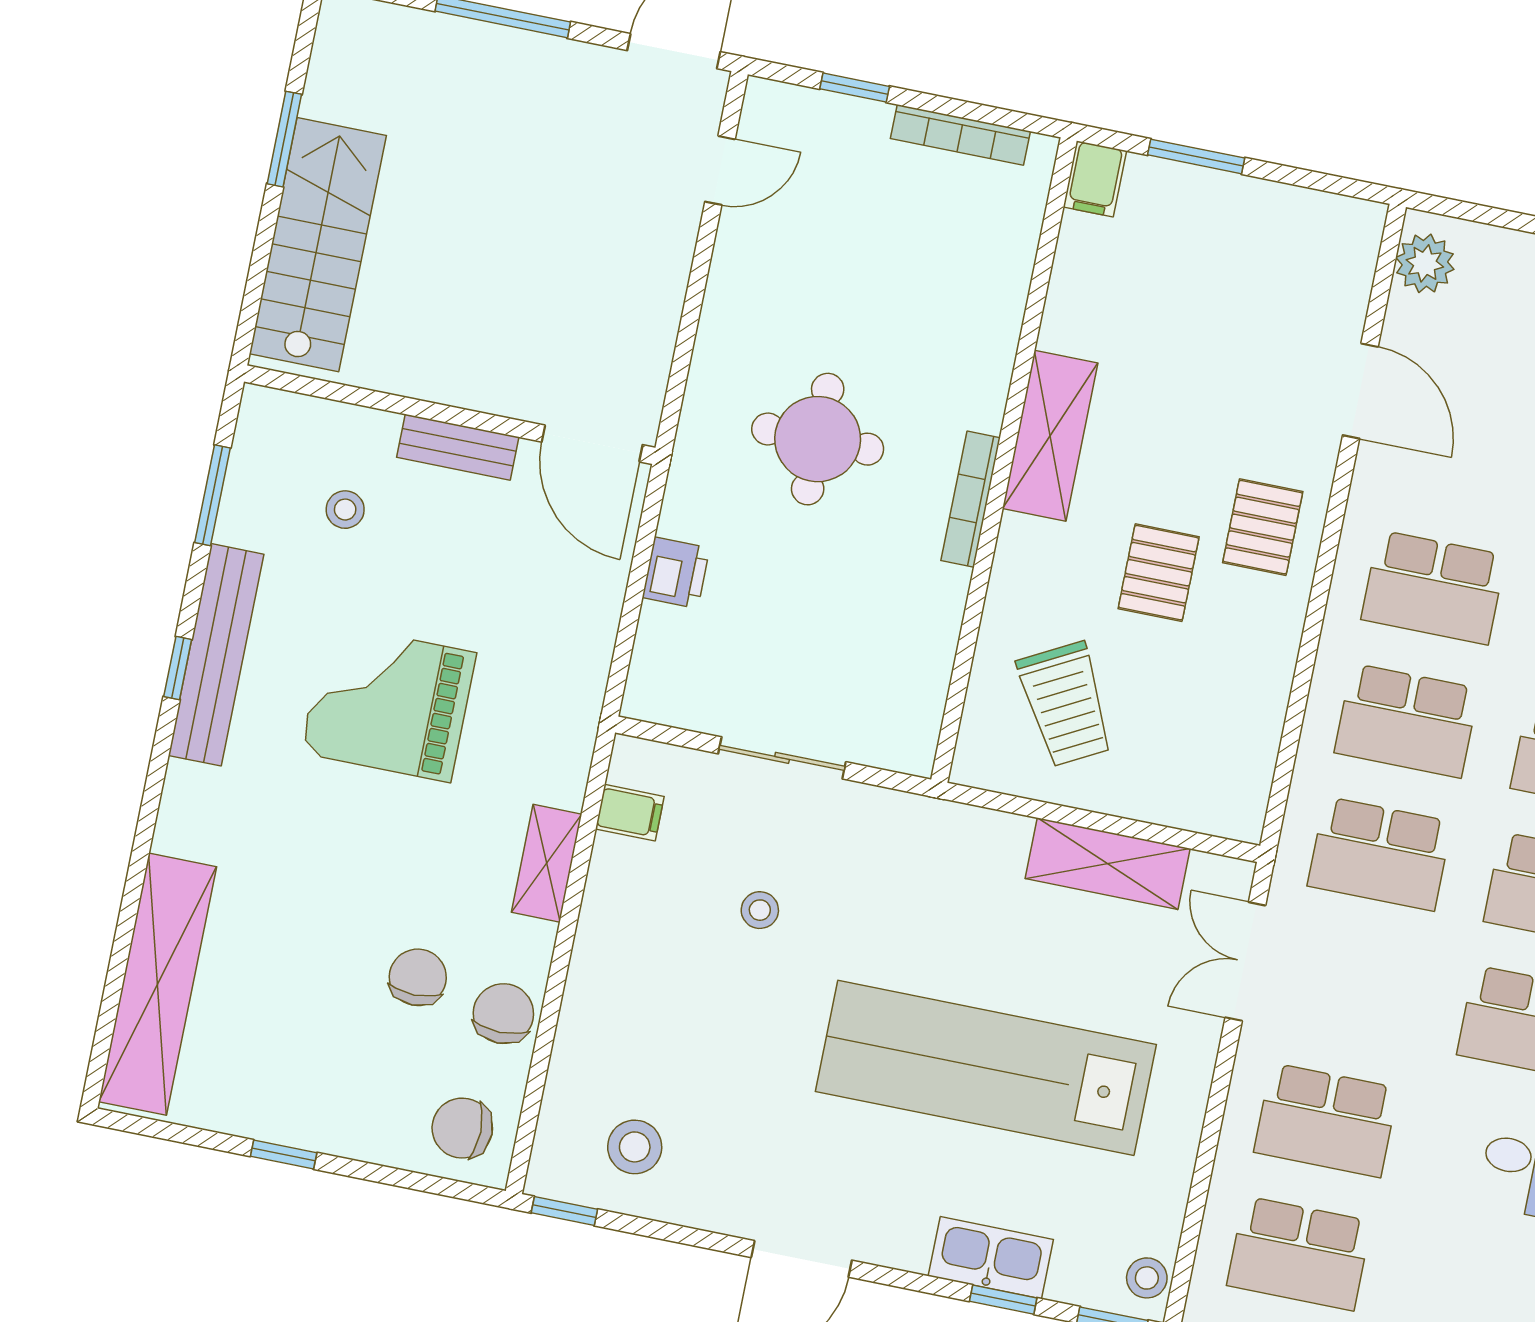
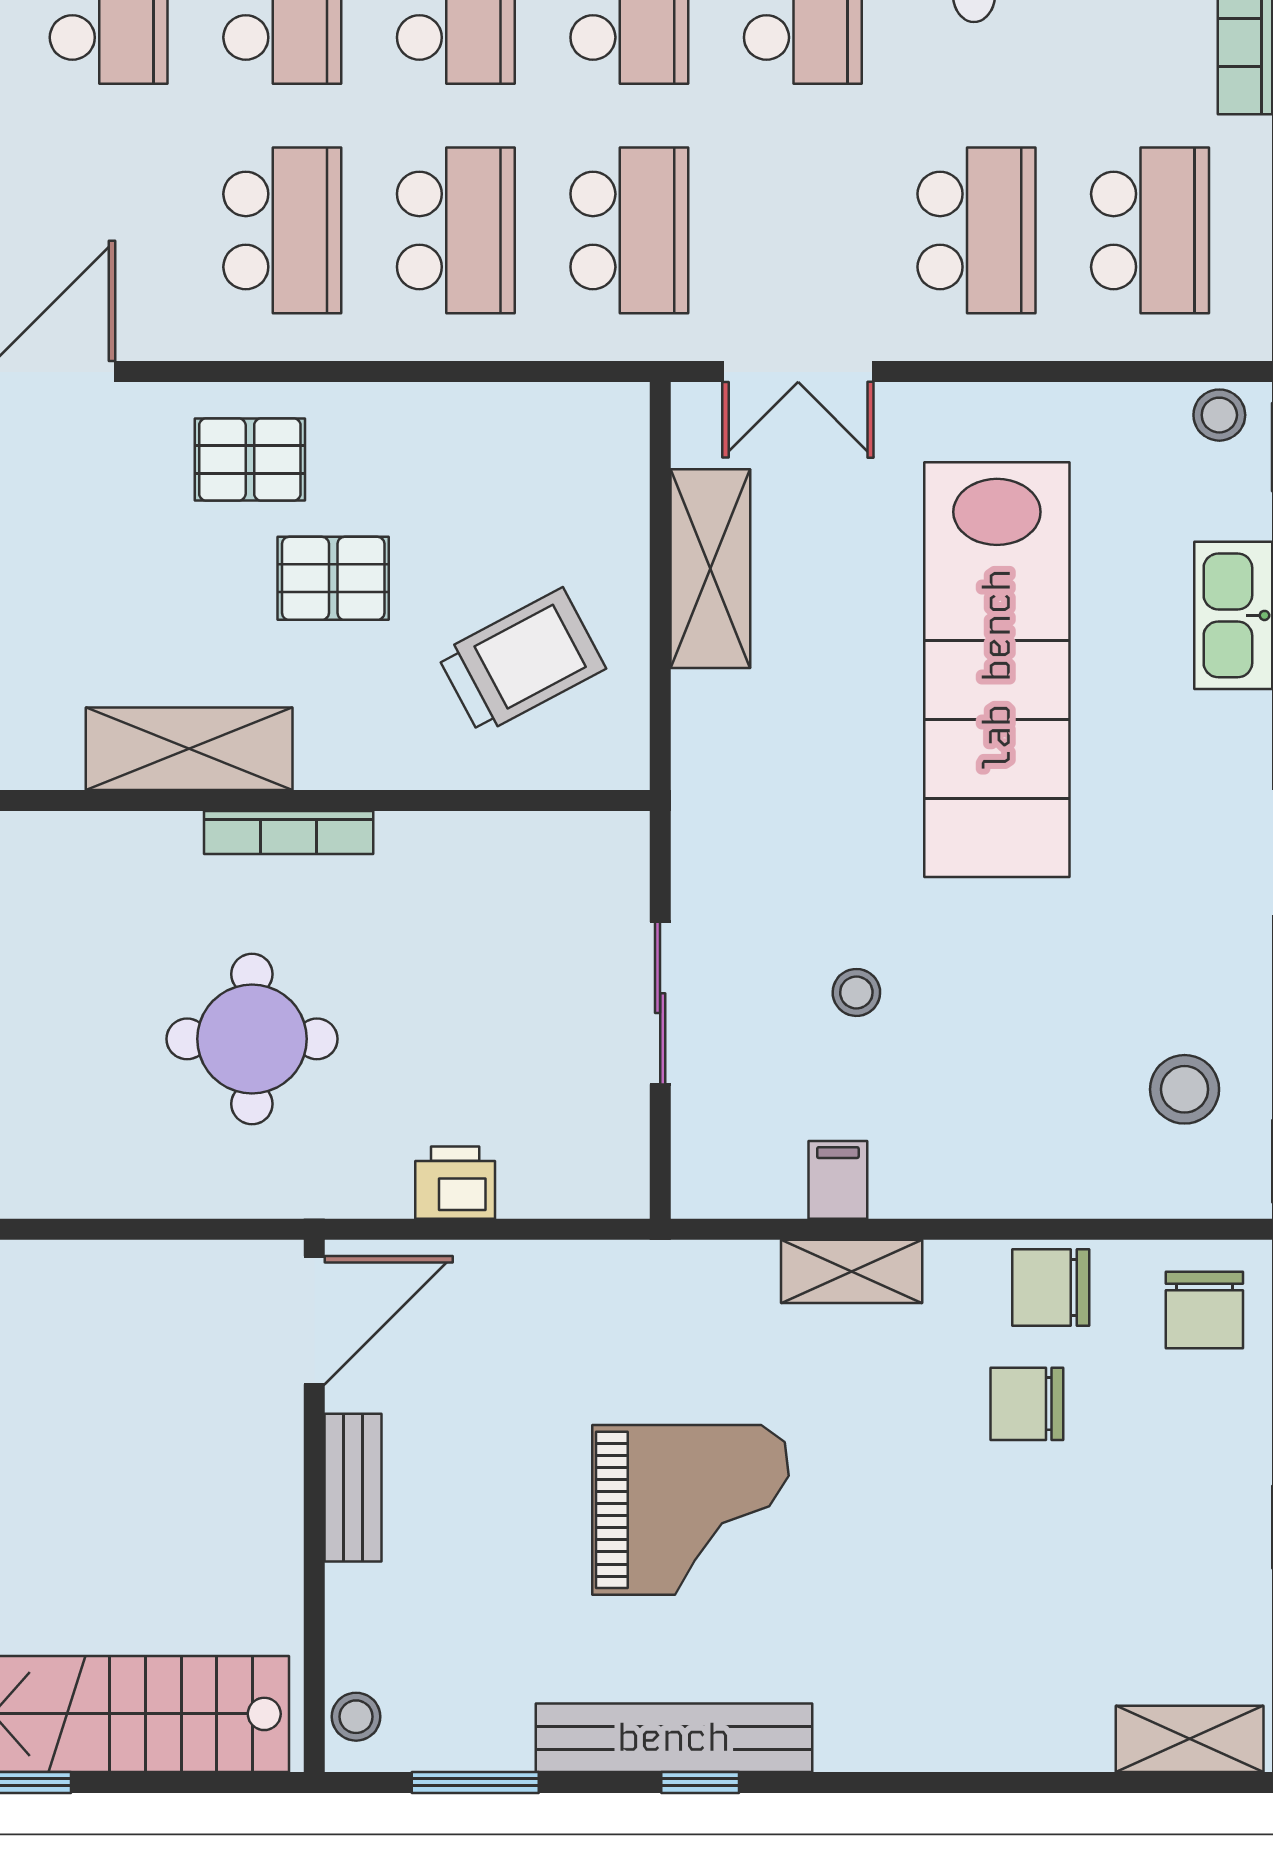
stool: (345, 510) -> (356, 1717), moved
grand piano: (388, 703) -> (690, 1510), turned -90
filing cabinet: (630, 813) -> (838, 1180), moved
shelving: (158, 984) -> (1190, 1739), width x0.45, depth x0.75

